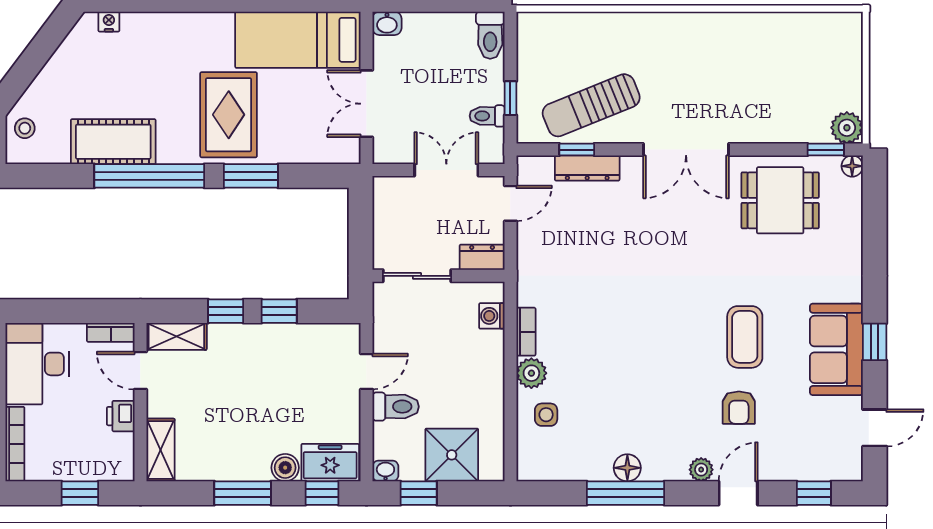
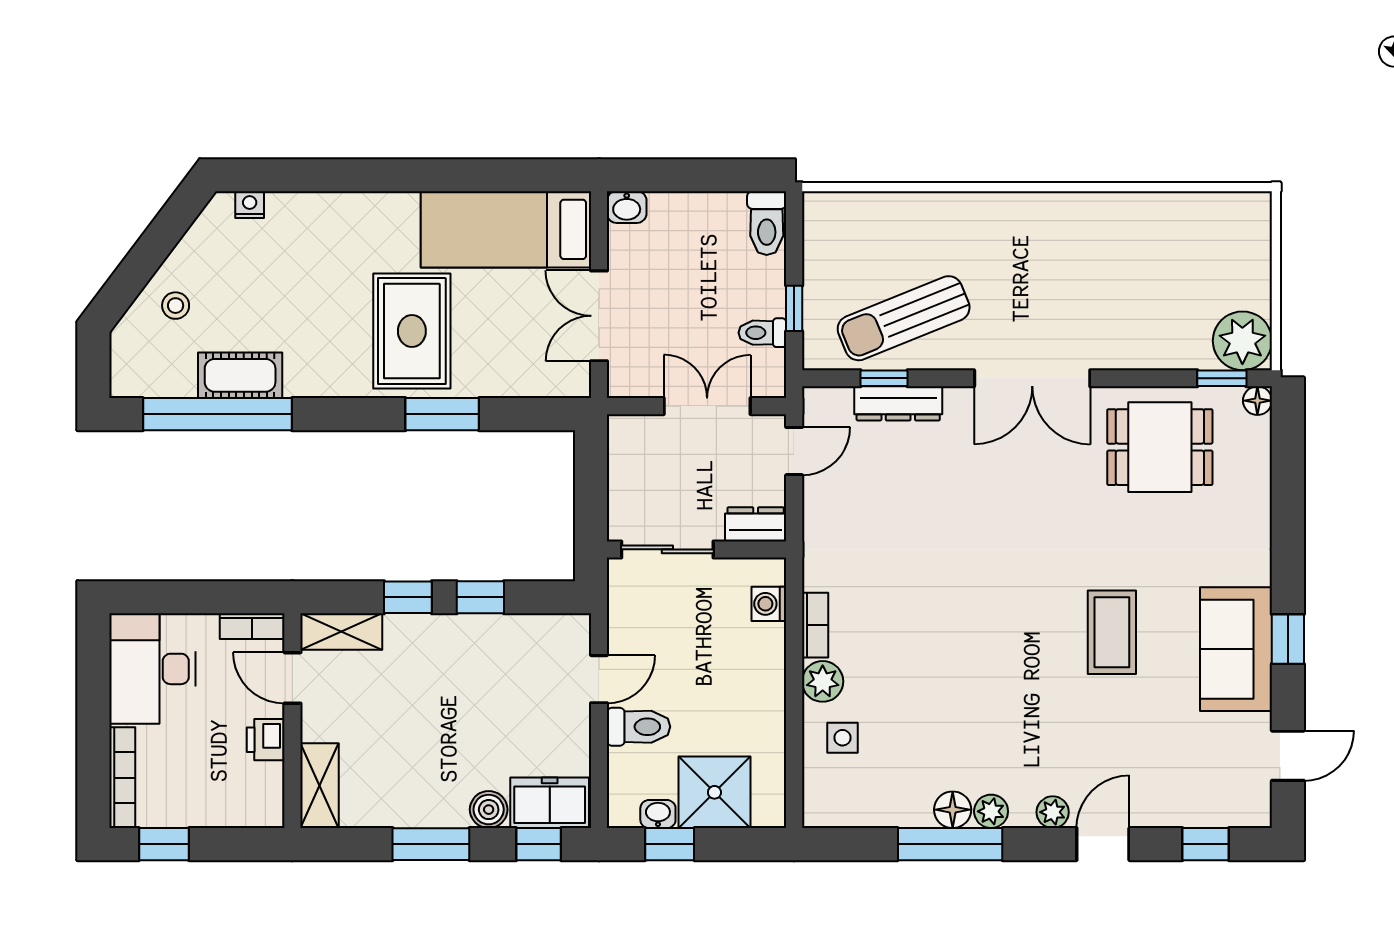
stool: (25, 128) -> (176, 306), moved
plant: (847, 128) -> (1242, 341), width x1.36, depth x1.36
cot: (113, 142) -> (240, 375), width x0.73, depth x0.75
window: (149, 176) -> (217, 414), moved
armchair: (739, 408) -> (1104, 728), removed
plant: (656, 469) -> (991, 811), added
washbasin: (385, 471) -> (658, 814), moved
window: (80, 493) -> (164, 844), moved

